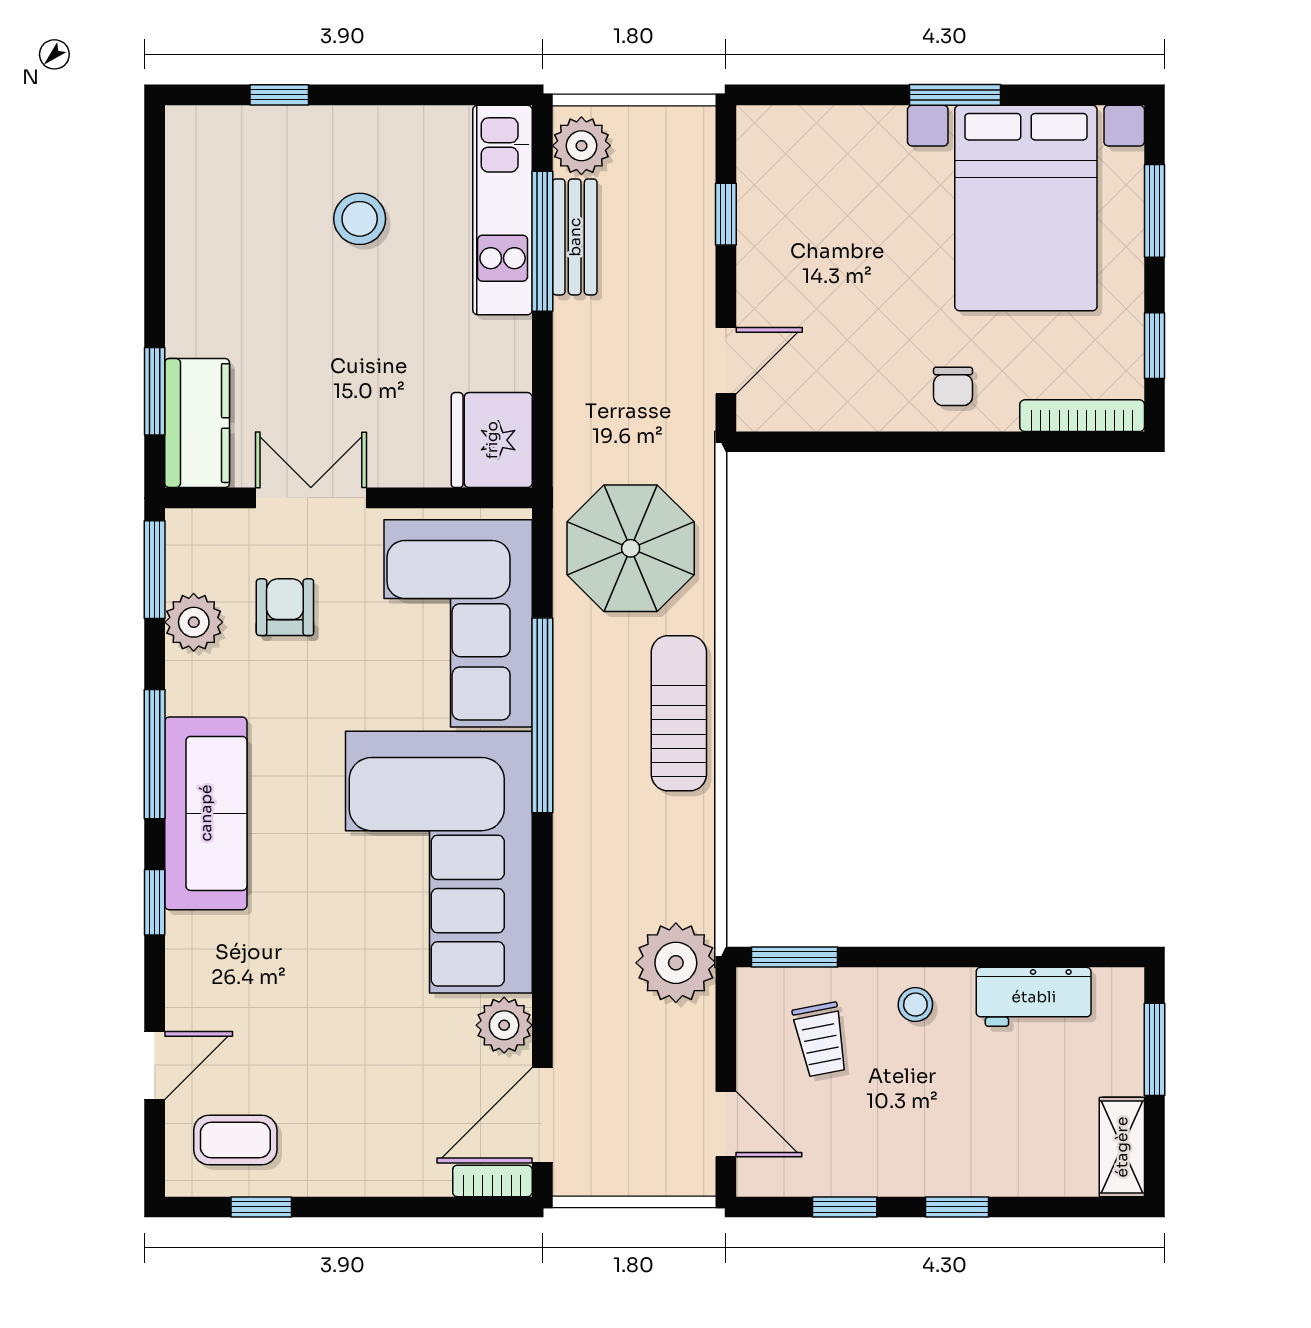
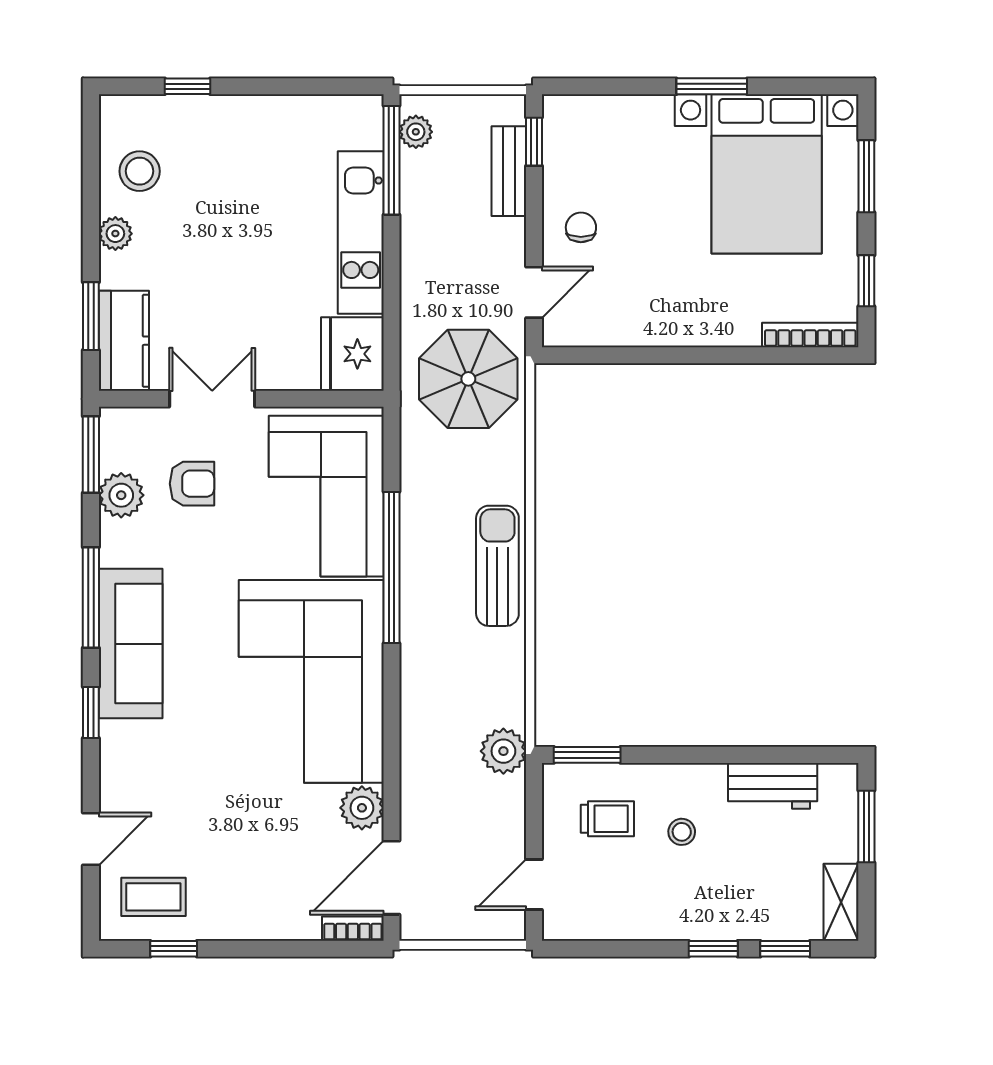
plant: (581, 146) -> (416, 132), width x0.73, depth x0.73
kitchen unit: (503, 210) -> (361, 233), moved
window: (726, 214) -> (534, 142), moved
stool: (360, 219) -> (140, 171), moved
bench: (575, 237) -> (509, 171), moved
window: (542, 241) -> (392, 160), moved
plant: (186, 285) -> (115, 234), added
chair: (953, 386) -> (581, 227), moved, turned 180
parasol: (631, 548) -> (468, 379), moved
armchair: (285, 607) -> (192, 484), turned 90
plant: (676, 963) -> (503, 751), width x0.73, depth x0.73
stool: (915, 1005) -> (682, 832), moved
trolley: (821, 1039) -> (607, 819), turned -79
door: (726, 1124) -> (534, 884), swing flipped
window: (845, 1207) -> (785, 949), moved

